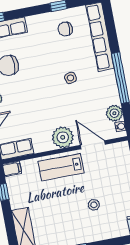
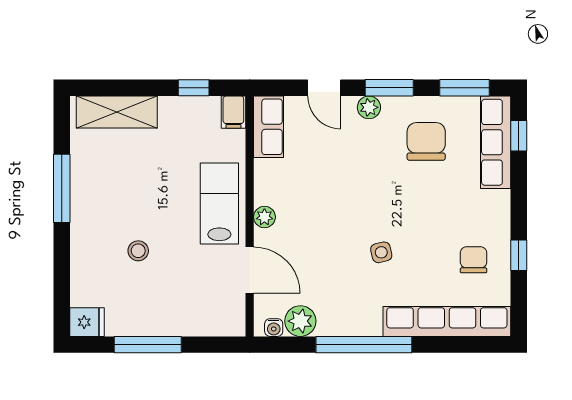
plant: (63, 137) -> (264, 217), width x0.53, depth x0.53
door: (93, 145) -> (250, 270), hinge flipped

